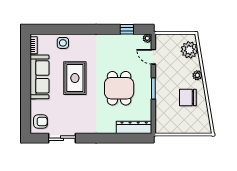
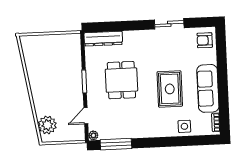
window: (127, 29) -> (116, 144), width x2.17
door: (153, 57) -> (86, 116), swing flipped
plant: (197, 75) -> (37, 98), removed
chair: (188, 98) -> (47, 73), removed
sliding door: (62, 138) -> (169, 24), moved

